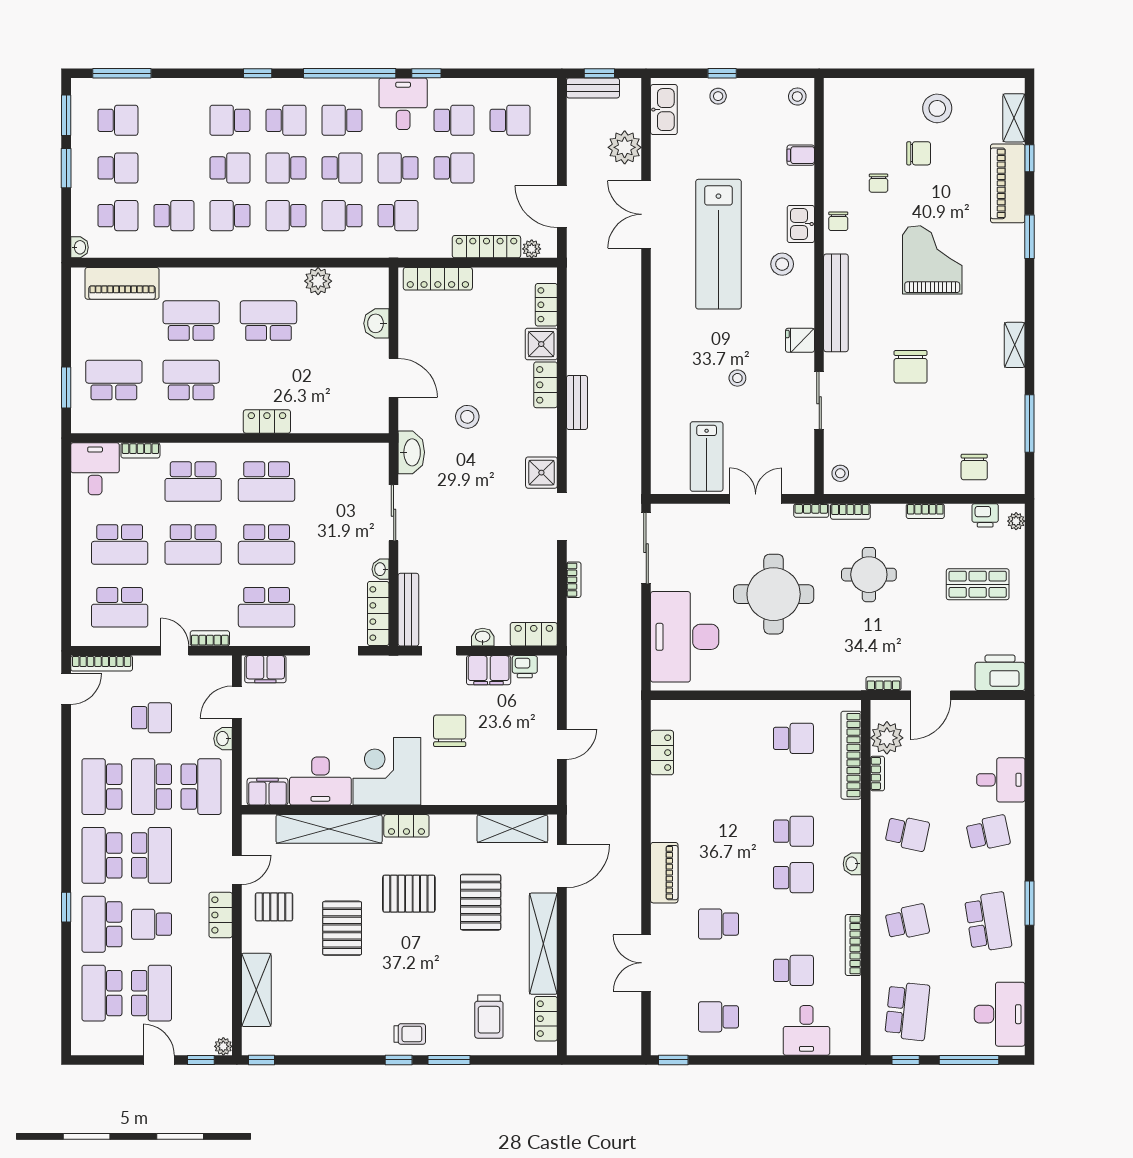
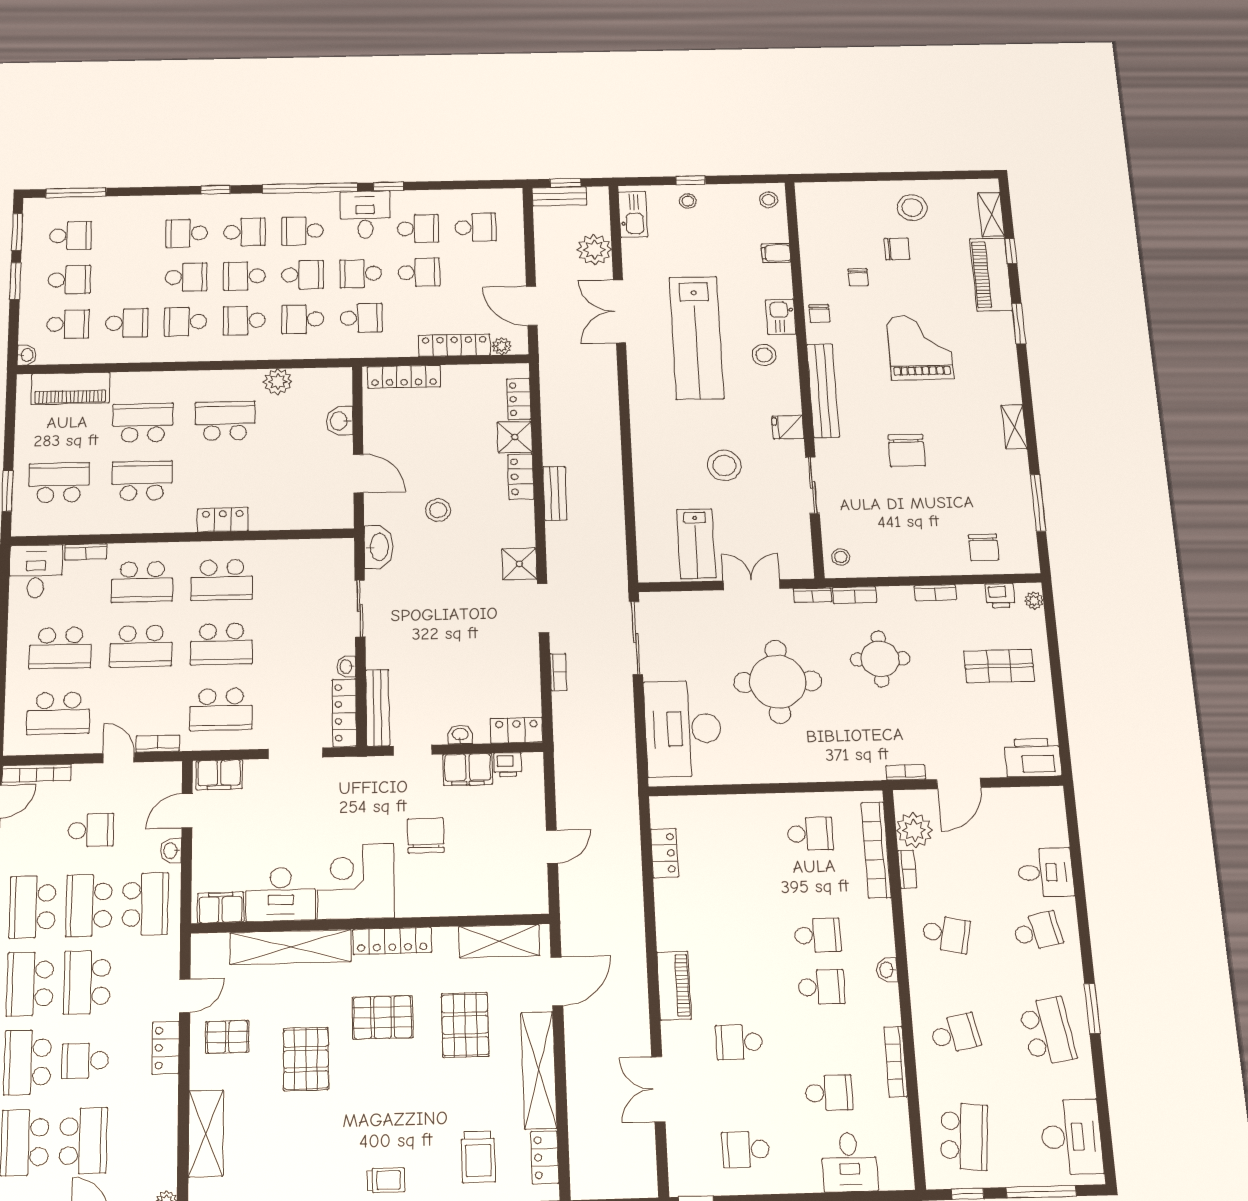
stool: (737, 378) -> (724, 465), width x1.89, depth x1.89
locker: (406, 826) -> (392, 941), width x1.53
school desk: (152, 855) -> (87, 982), turned 180

